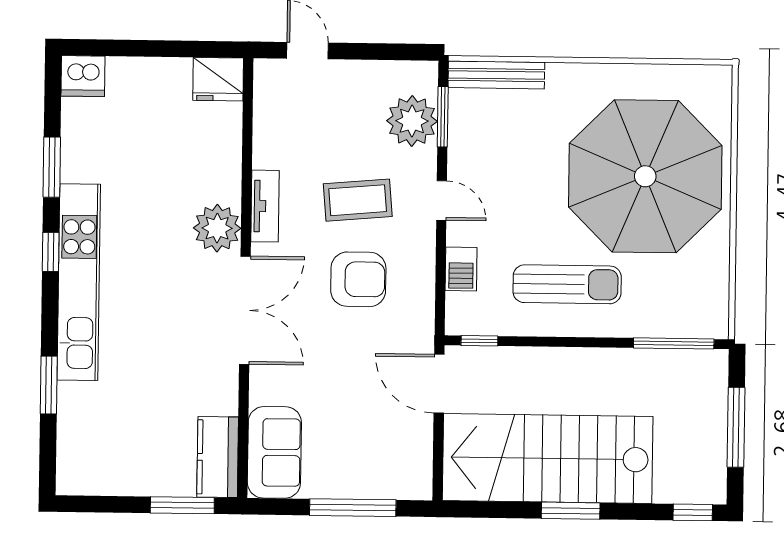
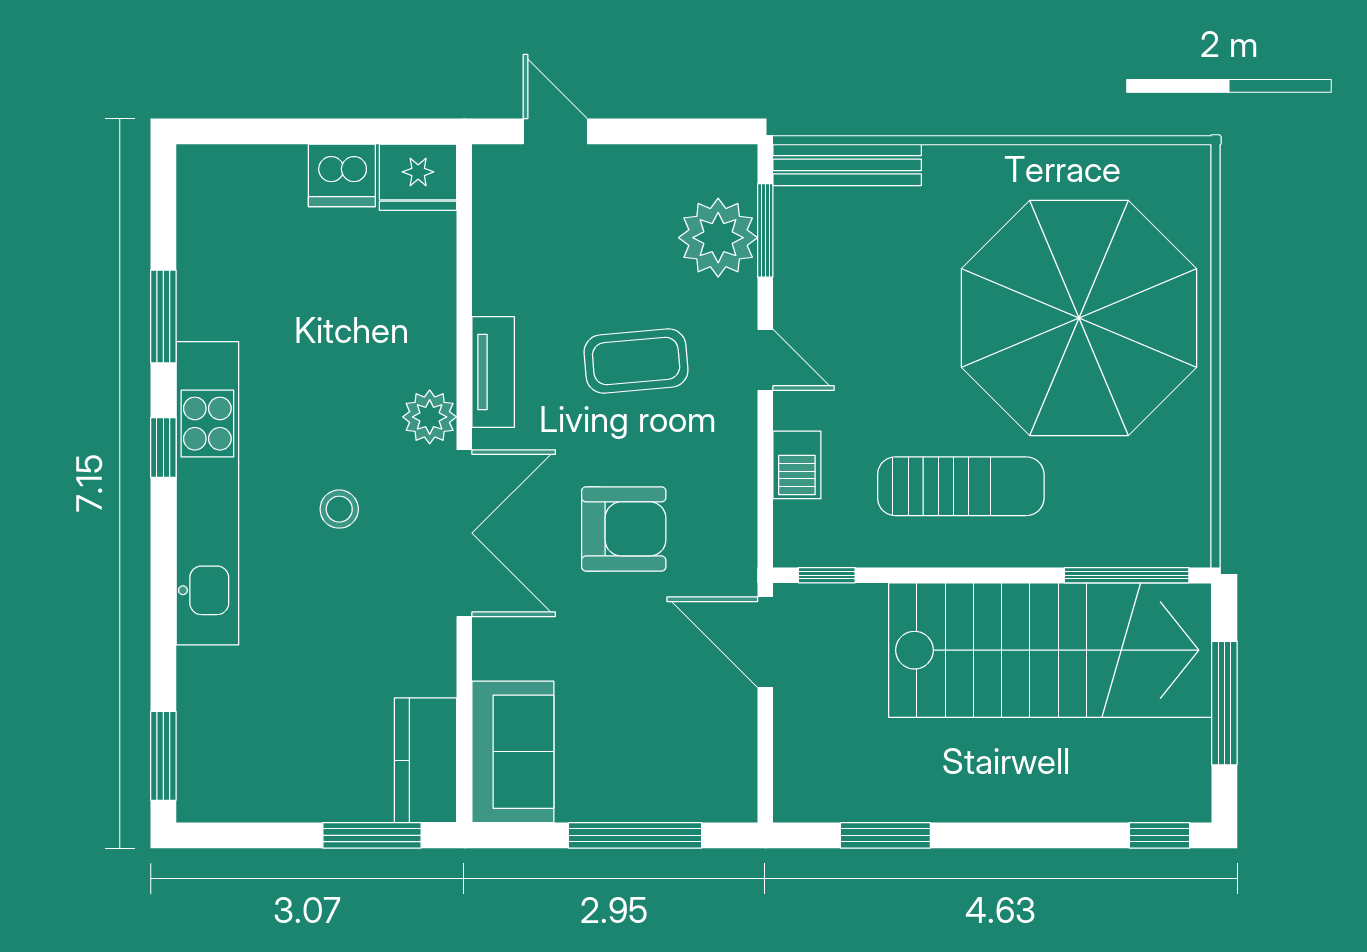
dishwasher: (83, 76) -> (342, 175), moved
plant: (217, 228) -> (430, 417), width x0.73, depth x0.73
armchair: (358, 279) -> (624, 529), moved
stool: (164, 293) -> (339, 509), added
window: (49, 385) -> (163, 756), moved
stairs: (548, 458) -> (1050, 650), moved, turned 180
window: (571, 511) -> (885, 835), moved

